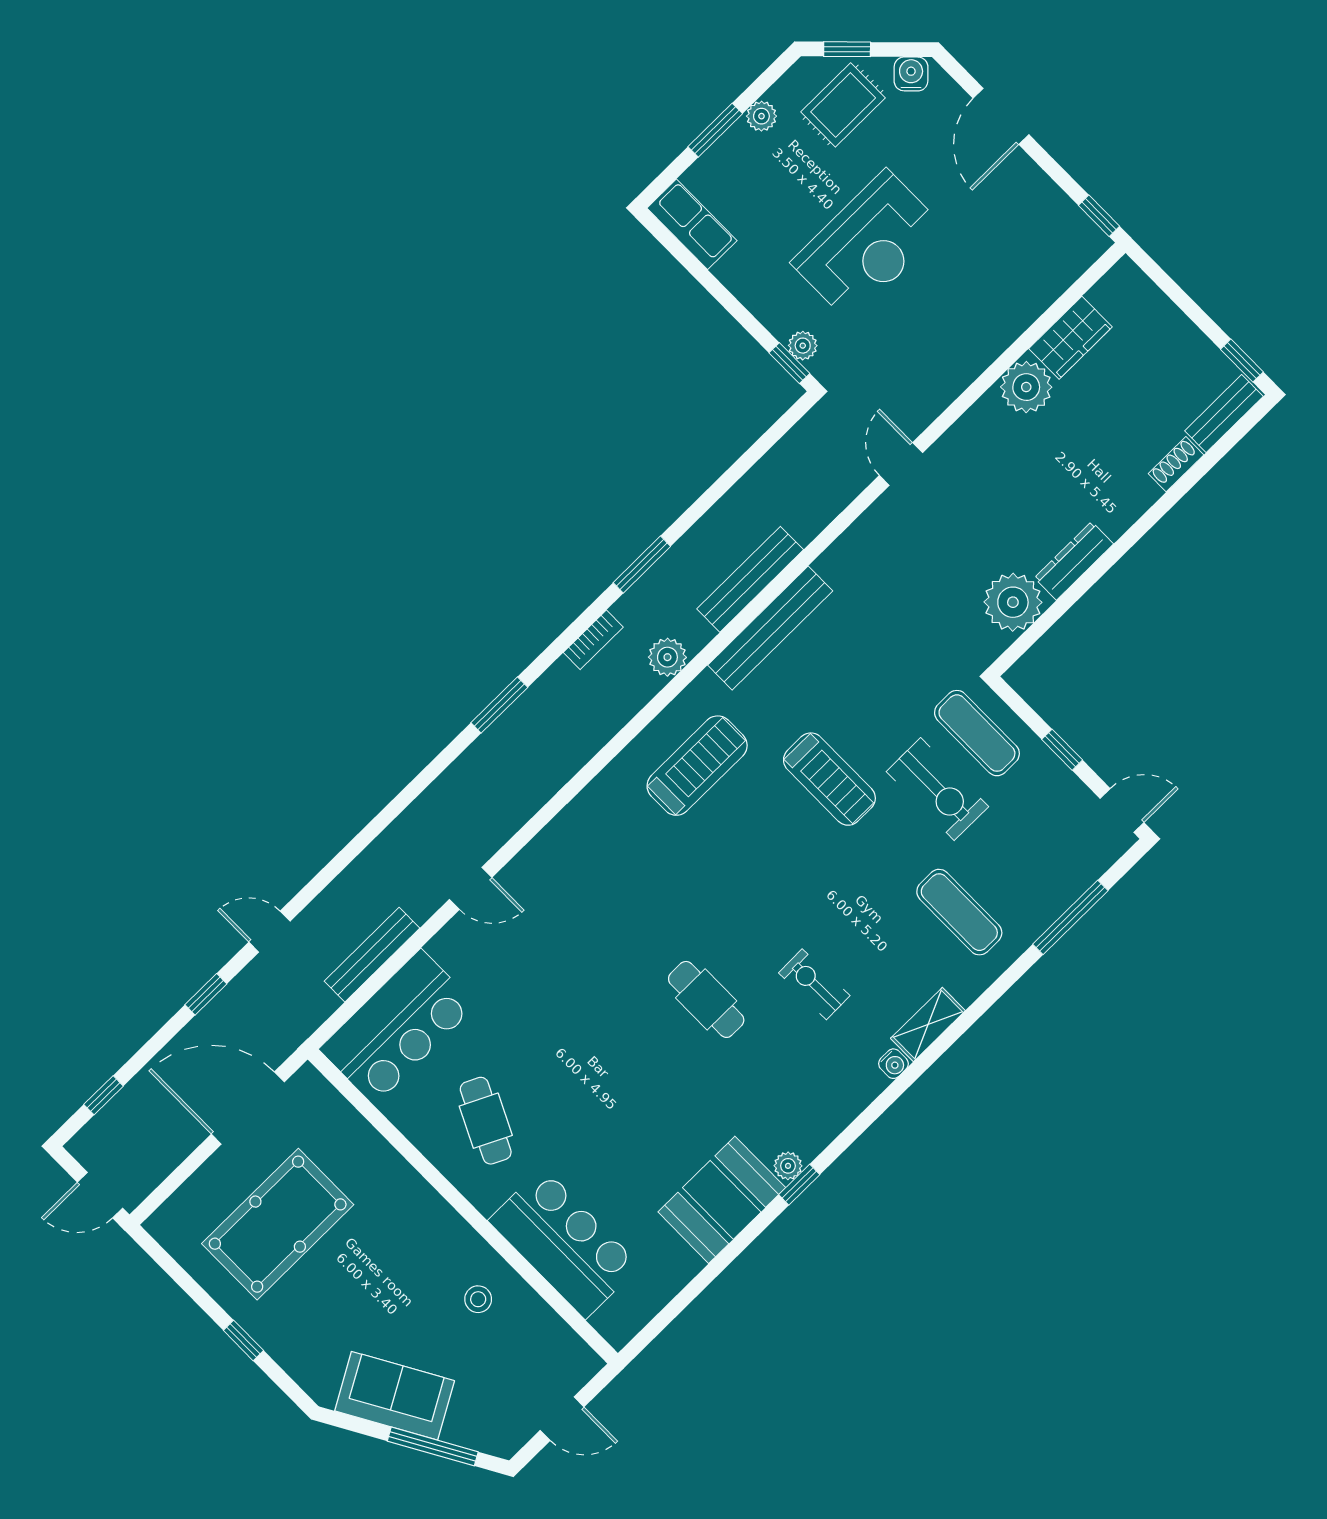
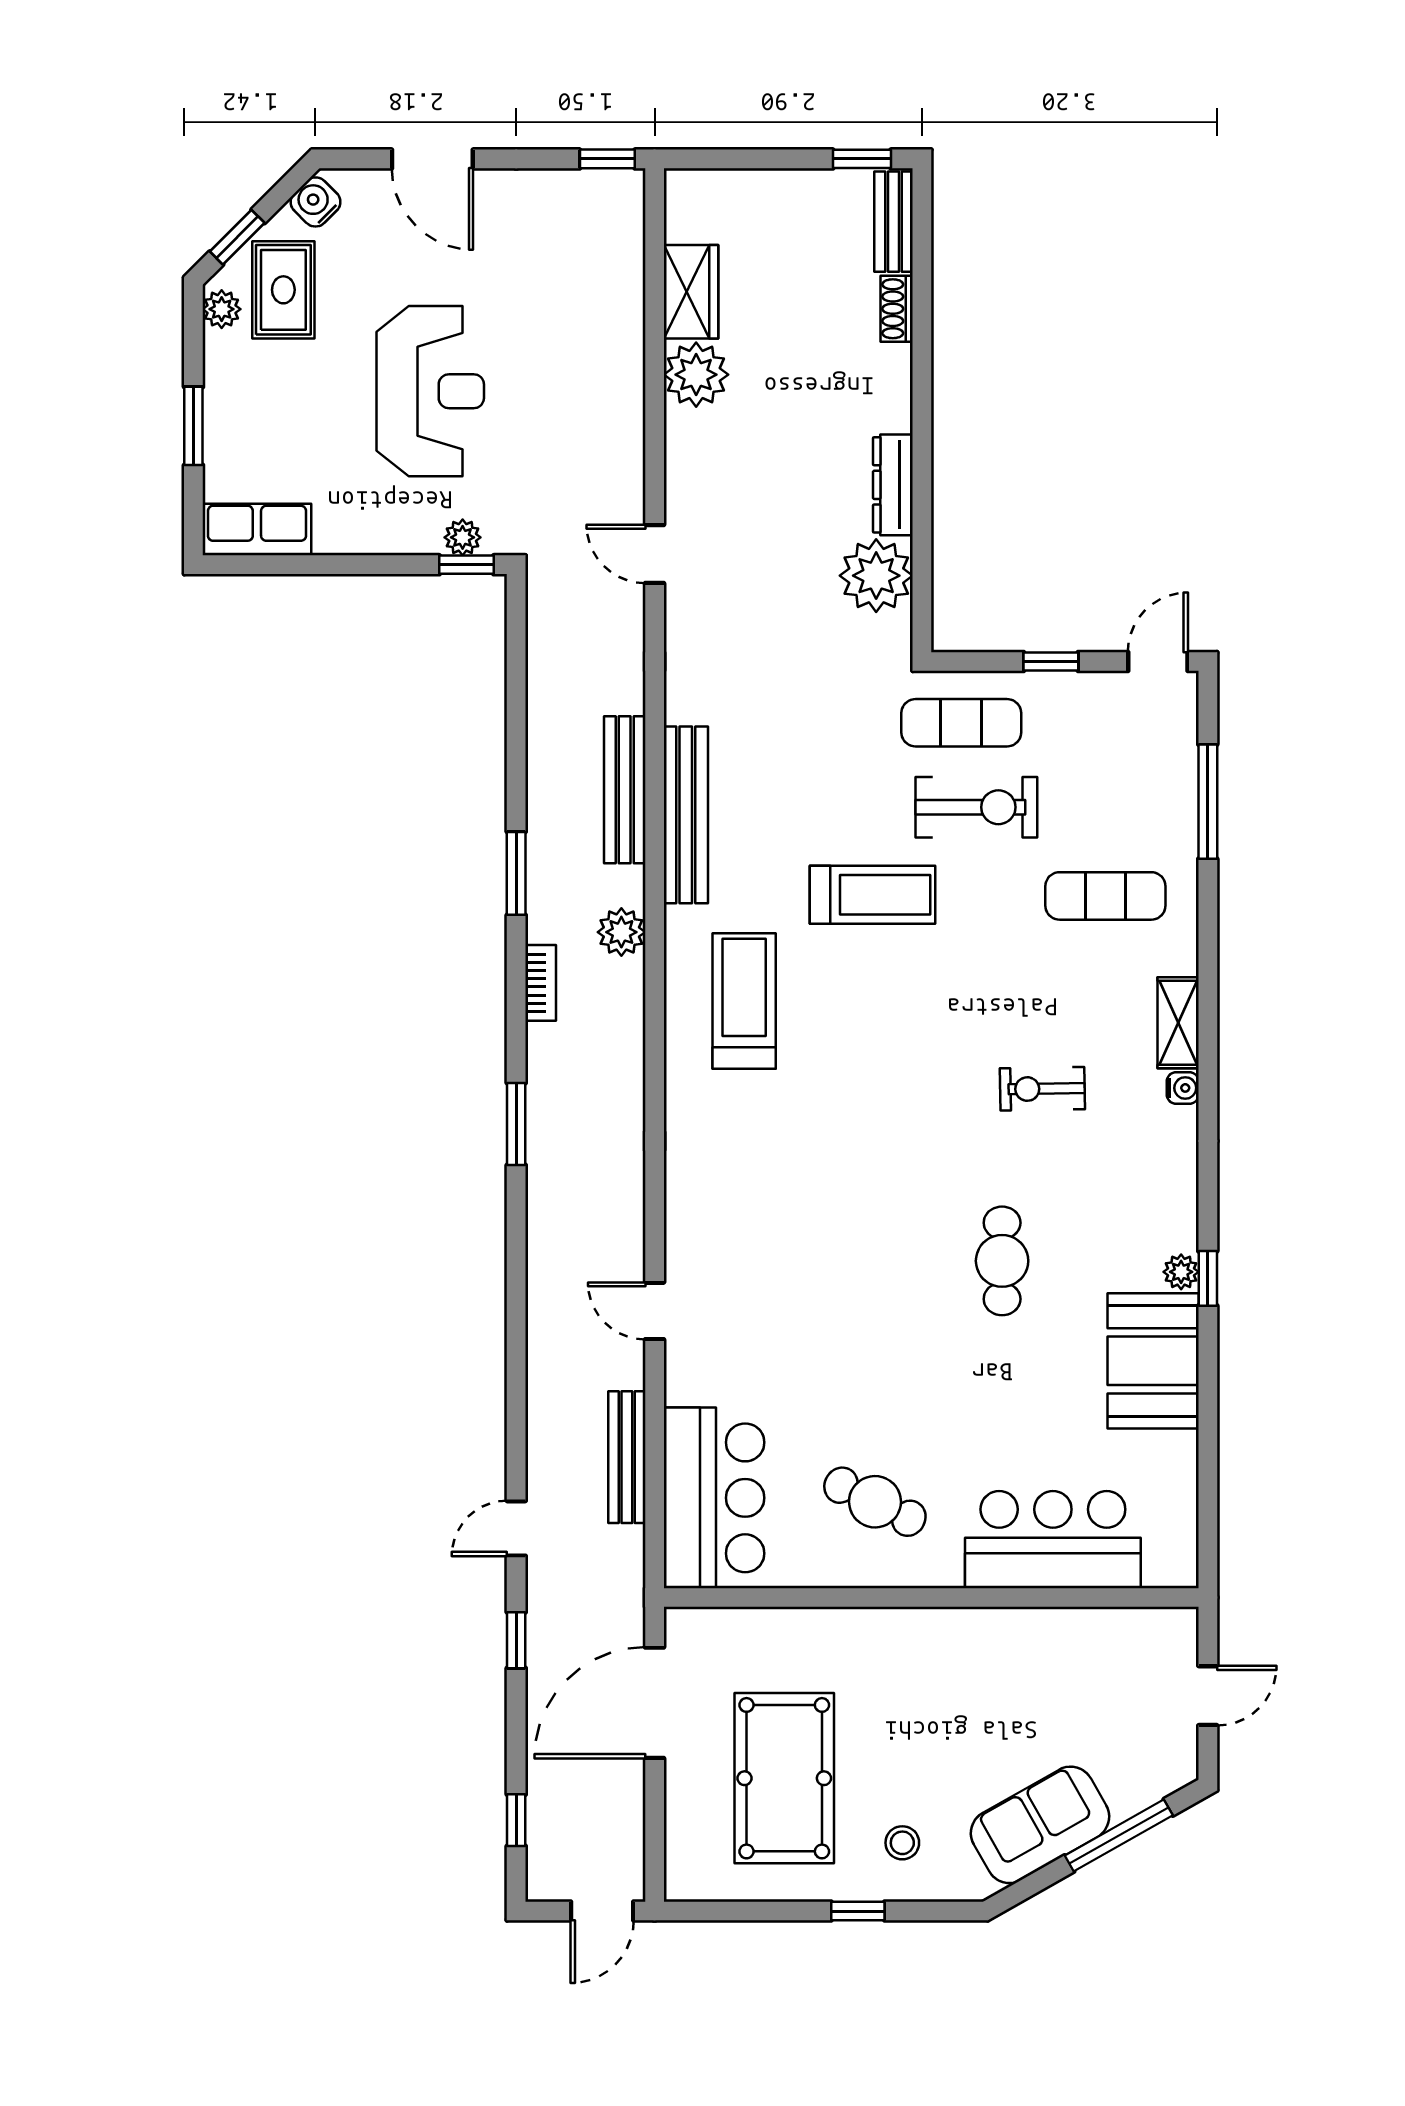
plant: (761, 116) -> (222, 309), moved
door: (471, 888) -> (655, 1311), swing flipped
cafe table: (706, 999) -> (1002, 1261), moved, turned 90
stool: (478, 1299) -> (902, 1843), moved

